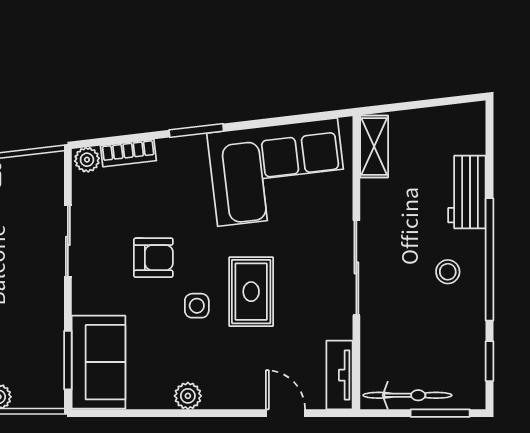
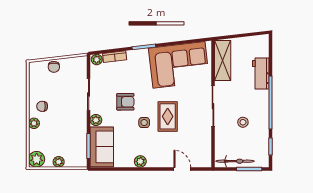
shelving: (374, 146) -> (223, 60), width x1.50, depth x1.33
stool: (448, 272) -> (243, 122), moved
plant: (85, 300) -> (96, 120), added
tv unit: (339, 375) -> (206, 152), removed

